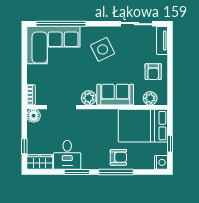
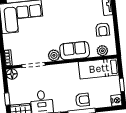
side table: (103, 49) -> (61, 16), removed
bed: (143, 126) -> (99, 68), width x0.67

